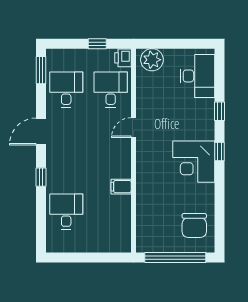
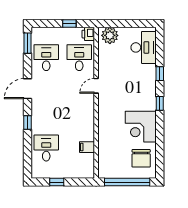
corner desk: (194, 162) -> (141, 127), moved
filing cabinet: (121, 187) -> (87, 147), moved
window: (80, 258) -> (57, 182), added

